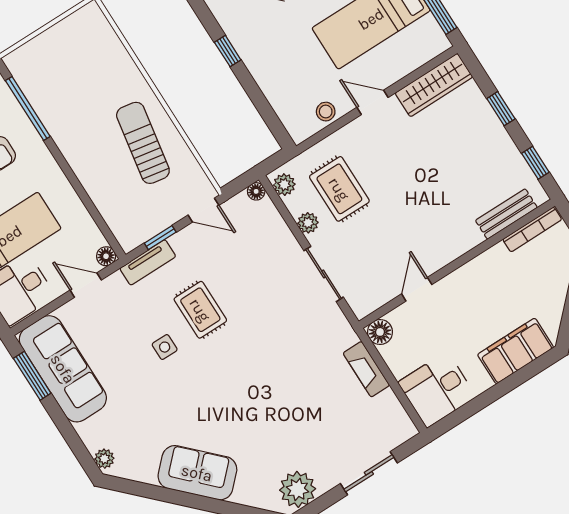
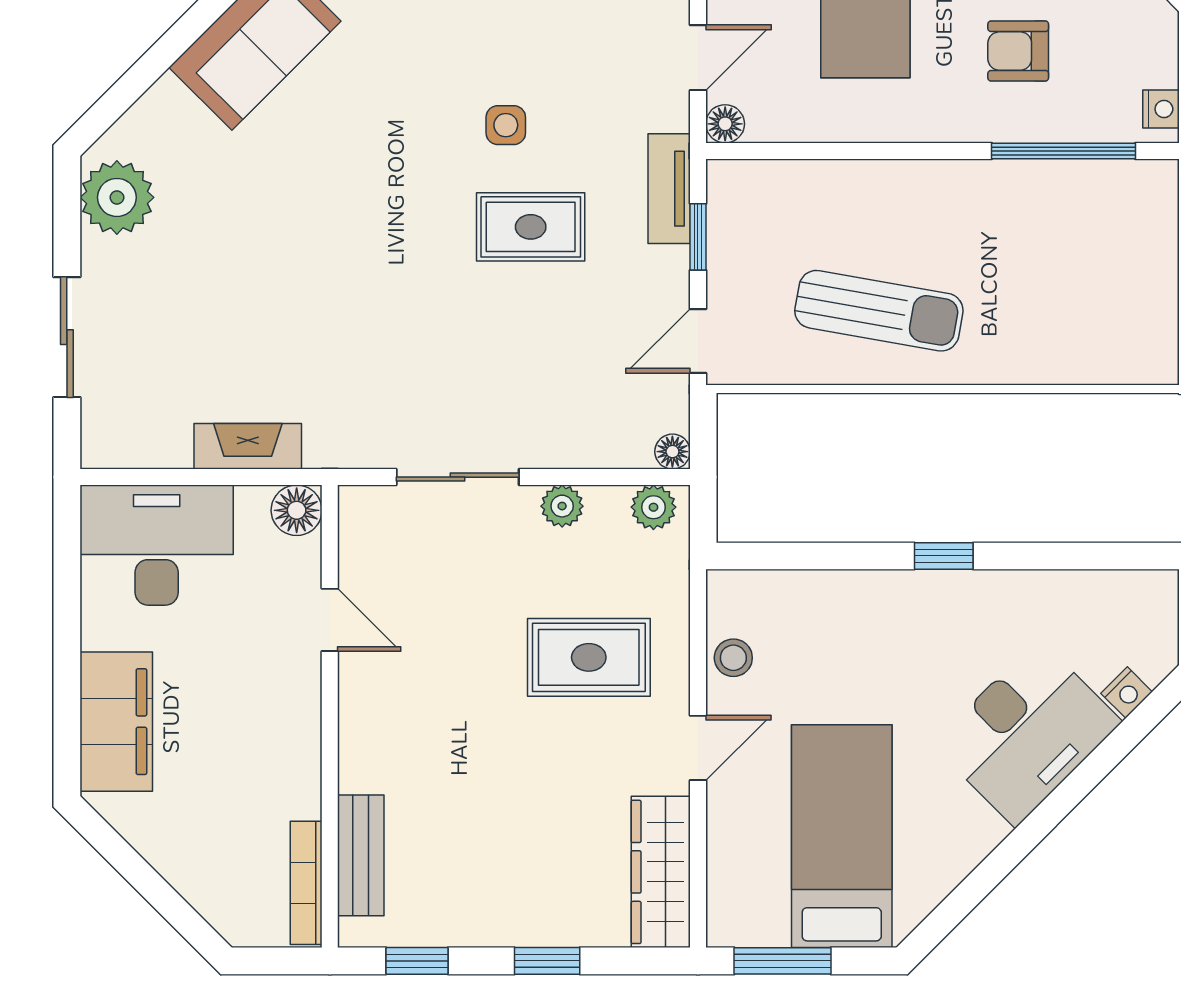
rug: (339, 189) -> (589, 657), moved
desk: (437, 390) -> (157, 545), width x1.37

